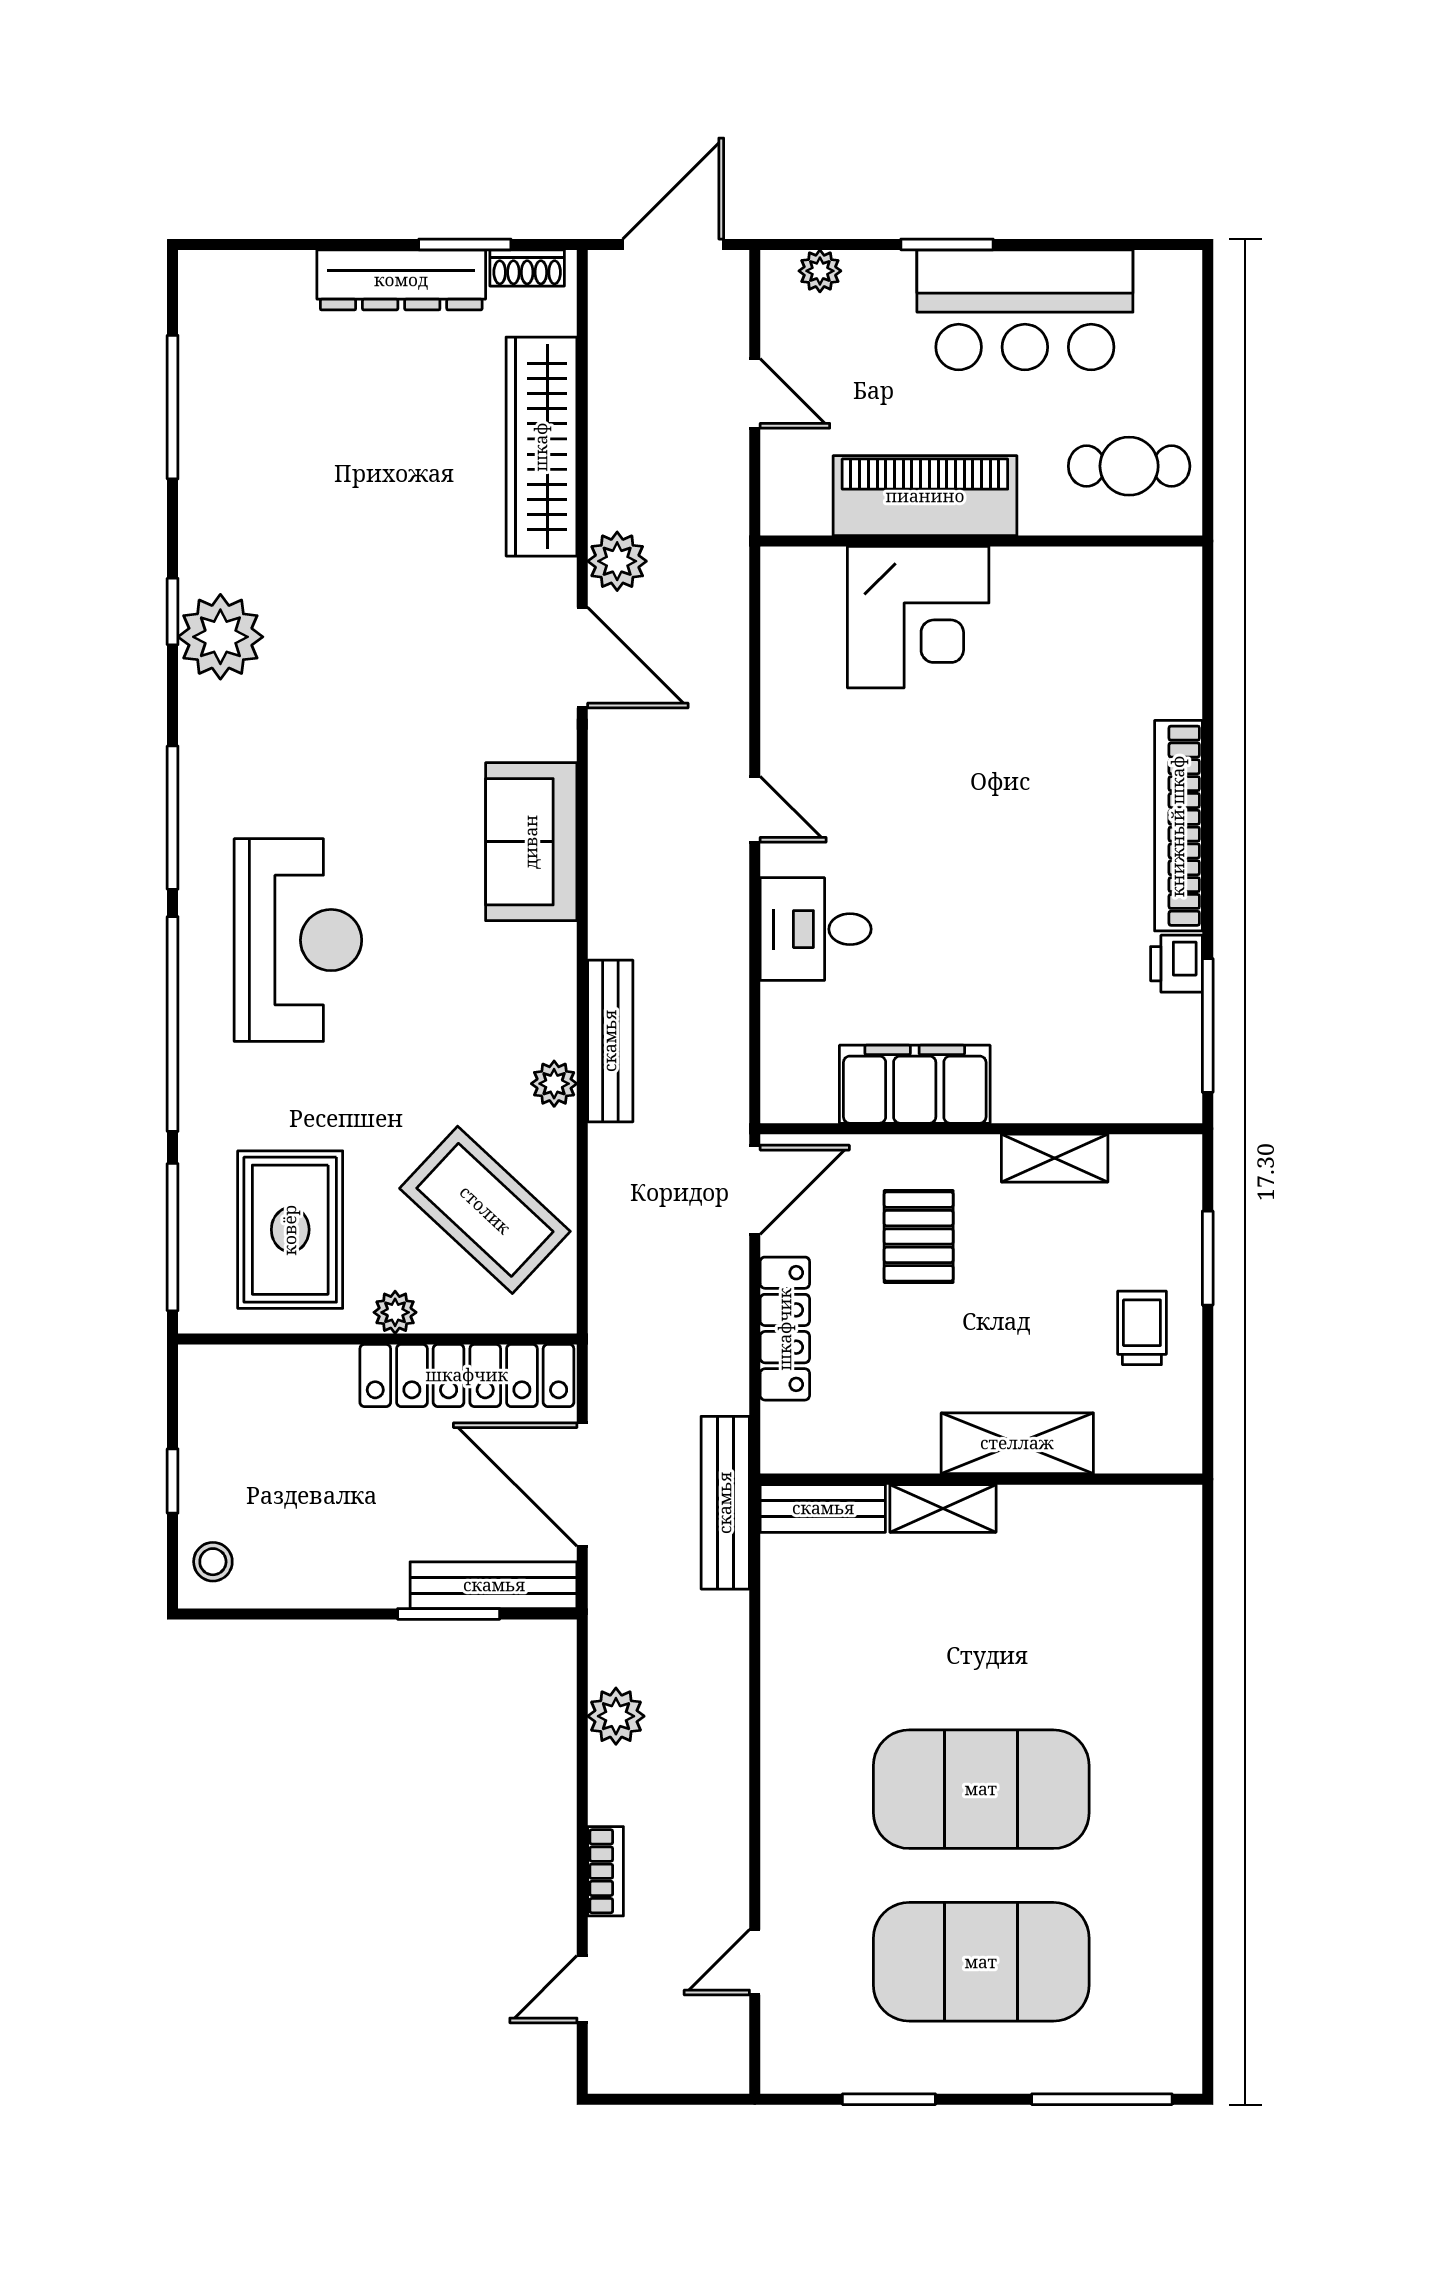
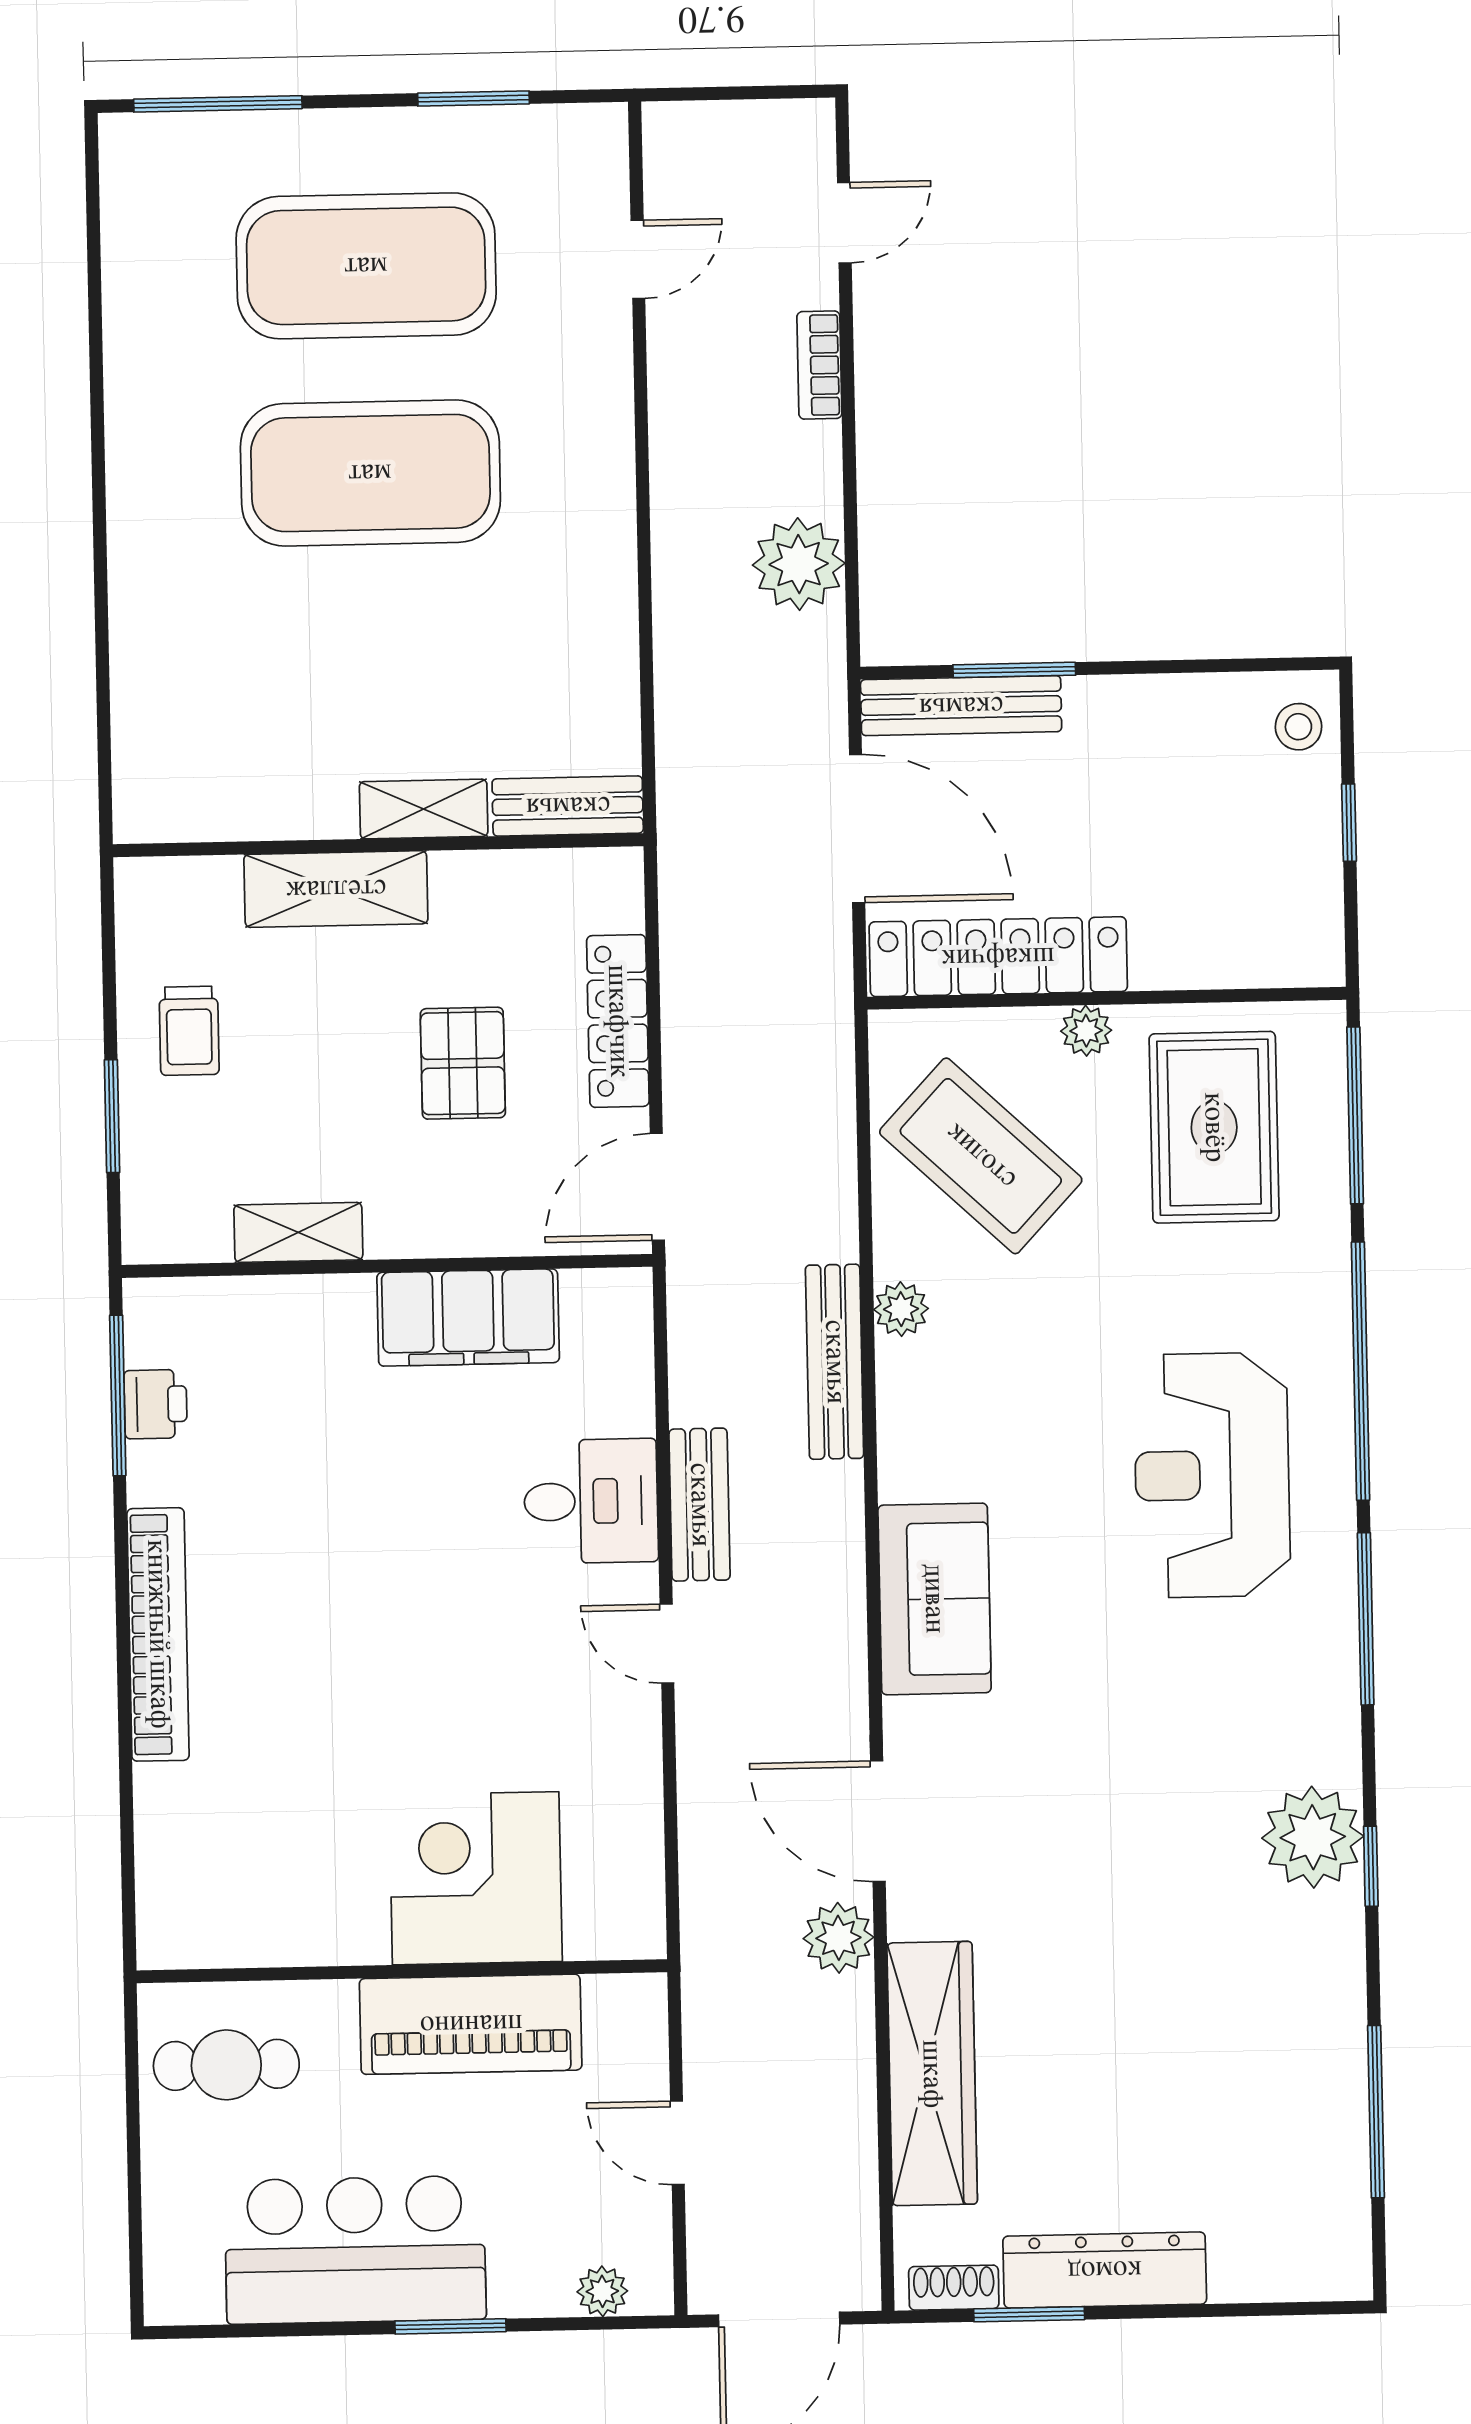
printer: (1176, 964) -> (156, 1404), moved
pallet: (919, 1236) -> (463, 1063), moved
bench: (725, 1503) -> (700, 1505), moved, width x0.73
plant: (616, 1716) -> (799, 564), width x1.36, depth x1.36

